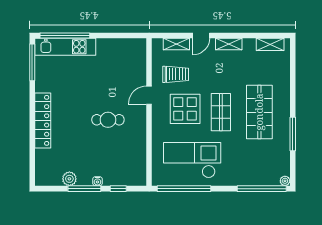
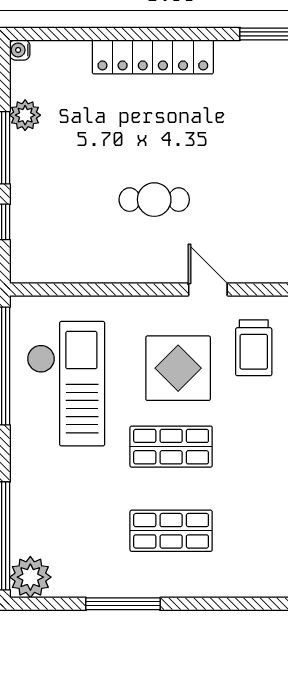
shop shelf: (259, 112) -> (171, 531), width x0.70, depth x0.74
cafe table: (108, 120) -> (154, 200), turned 90
water cooler: (97, 181) -> (20, 50), moved
plant: (285, 181) -> (30, 577), width x1.87, depth x1.87

